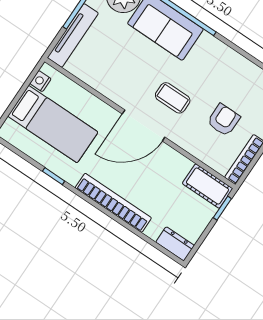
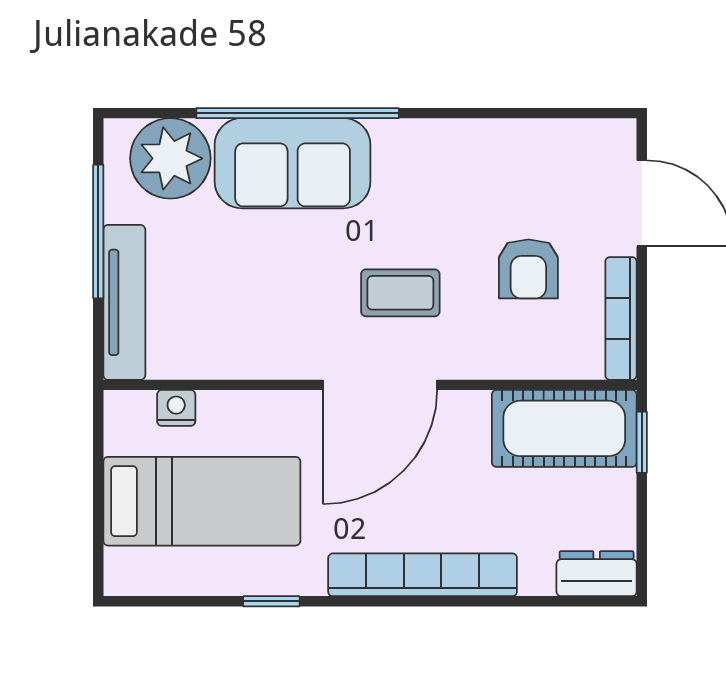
nightstand: (40, 81) -> (176, 408), moved, turned 90
armchair: (224, 120) -> (528, 269), turned 180
cot: (207, 186) -> (564, 428), width x1.37, depth x1.34

